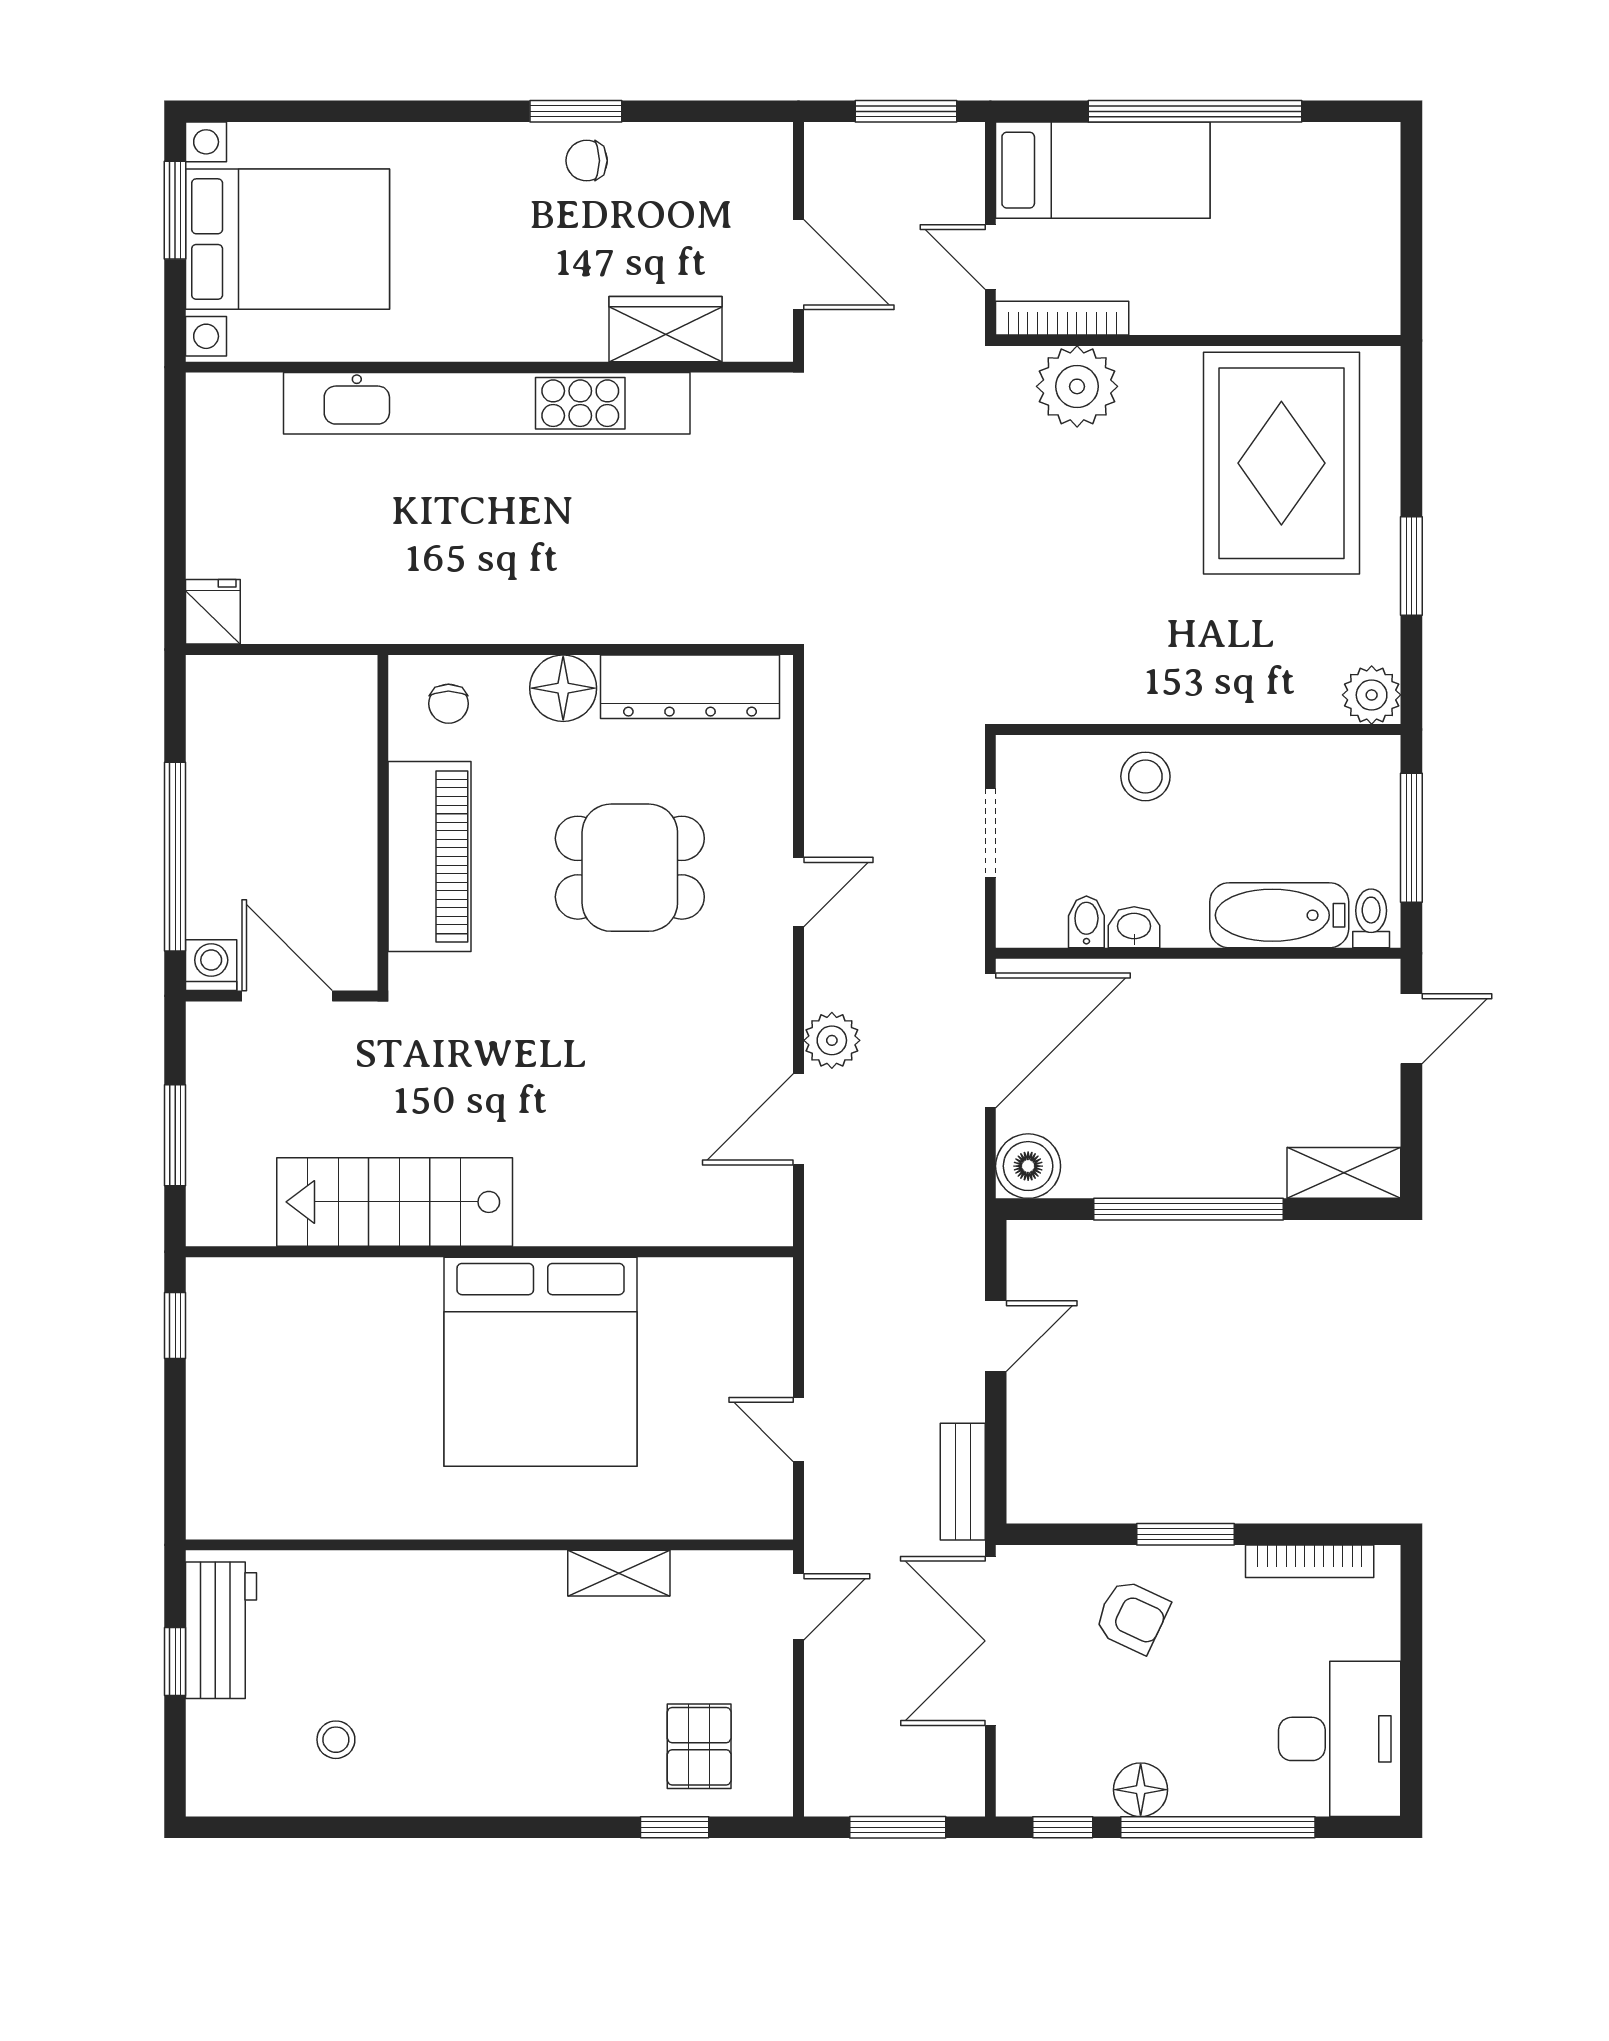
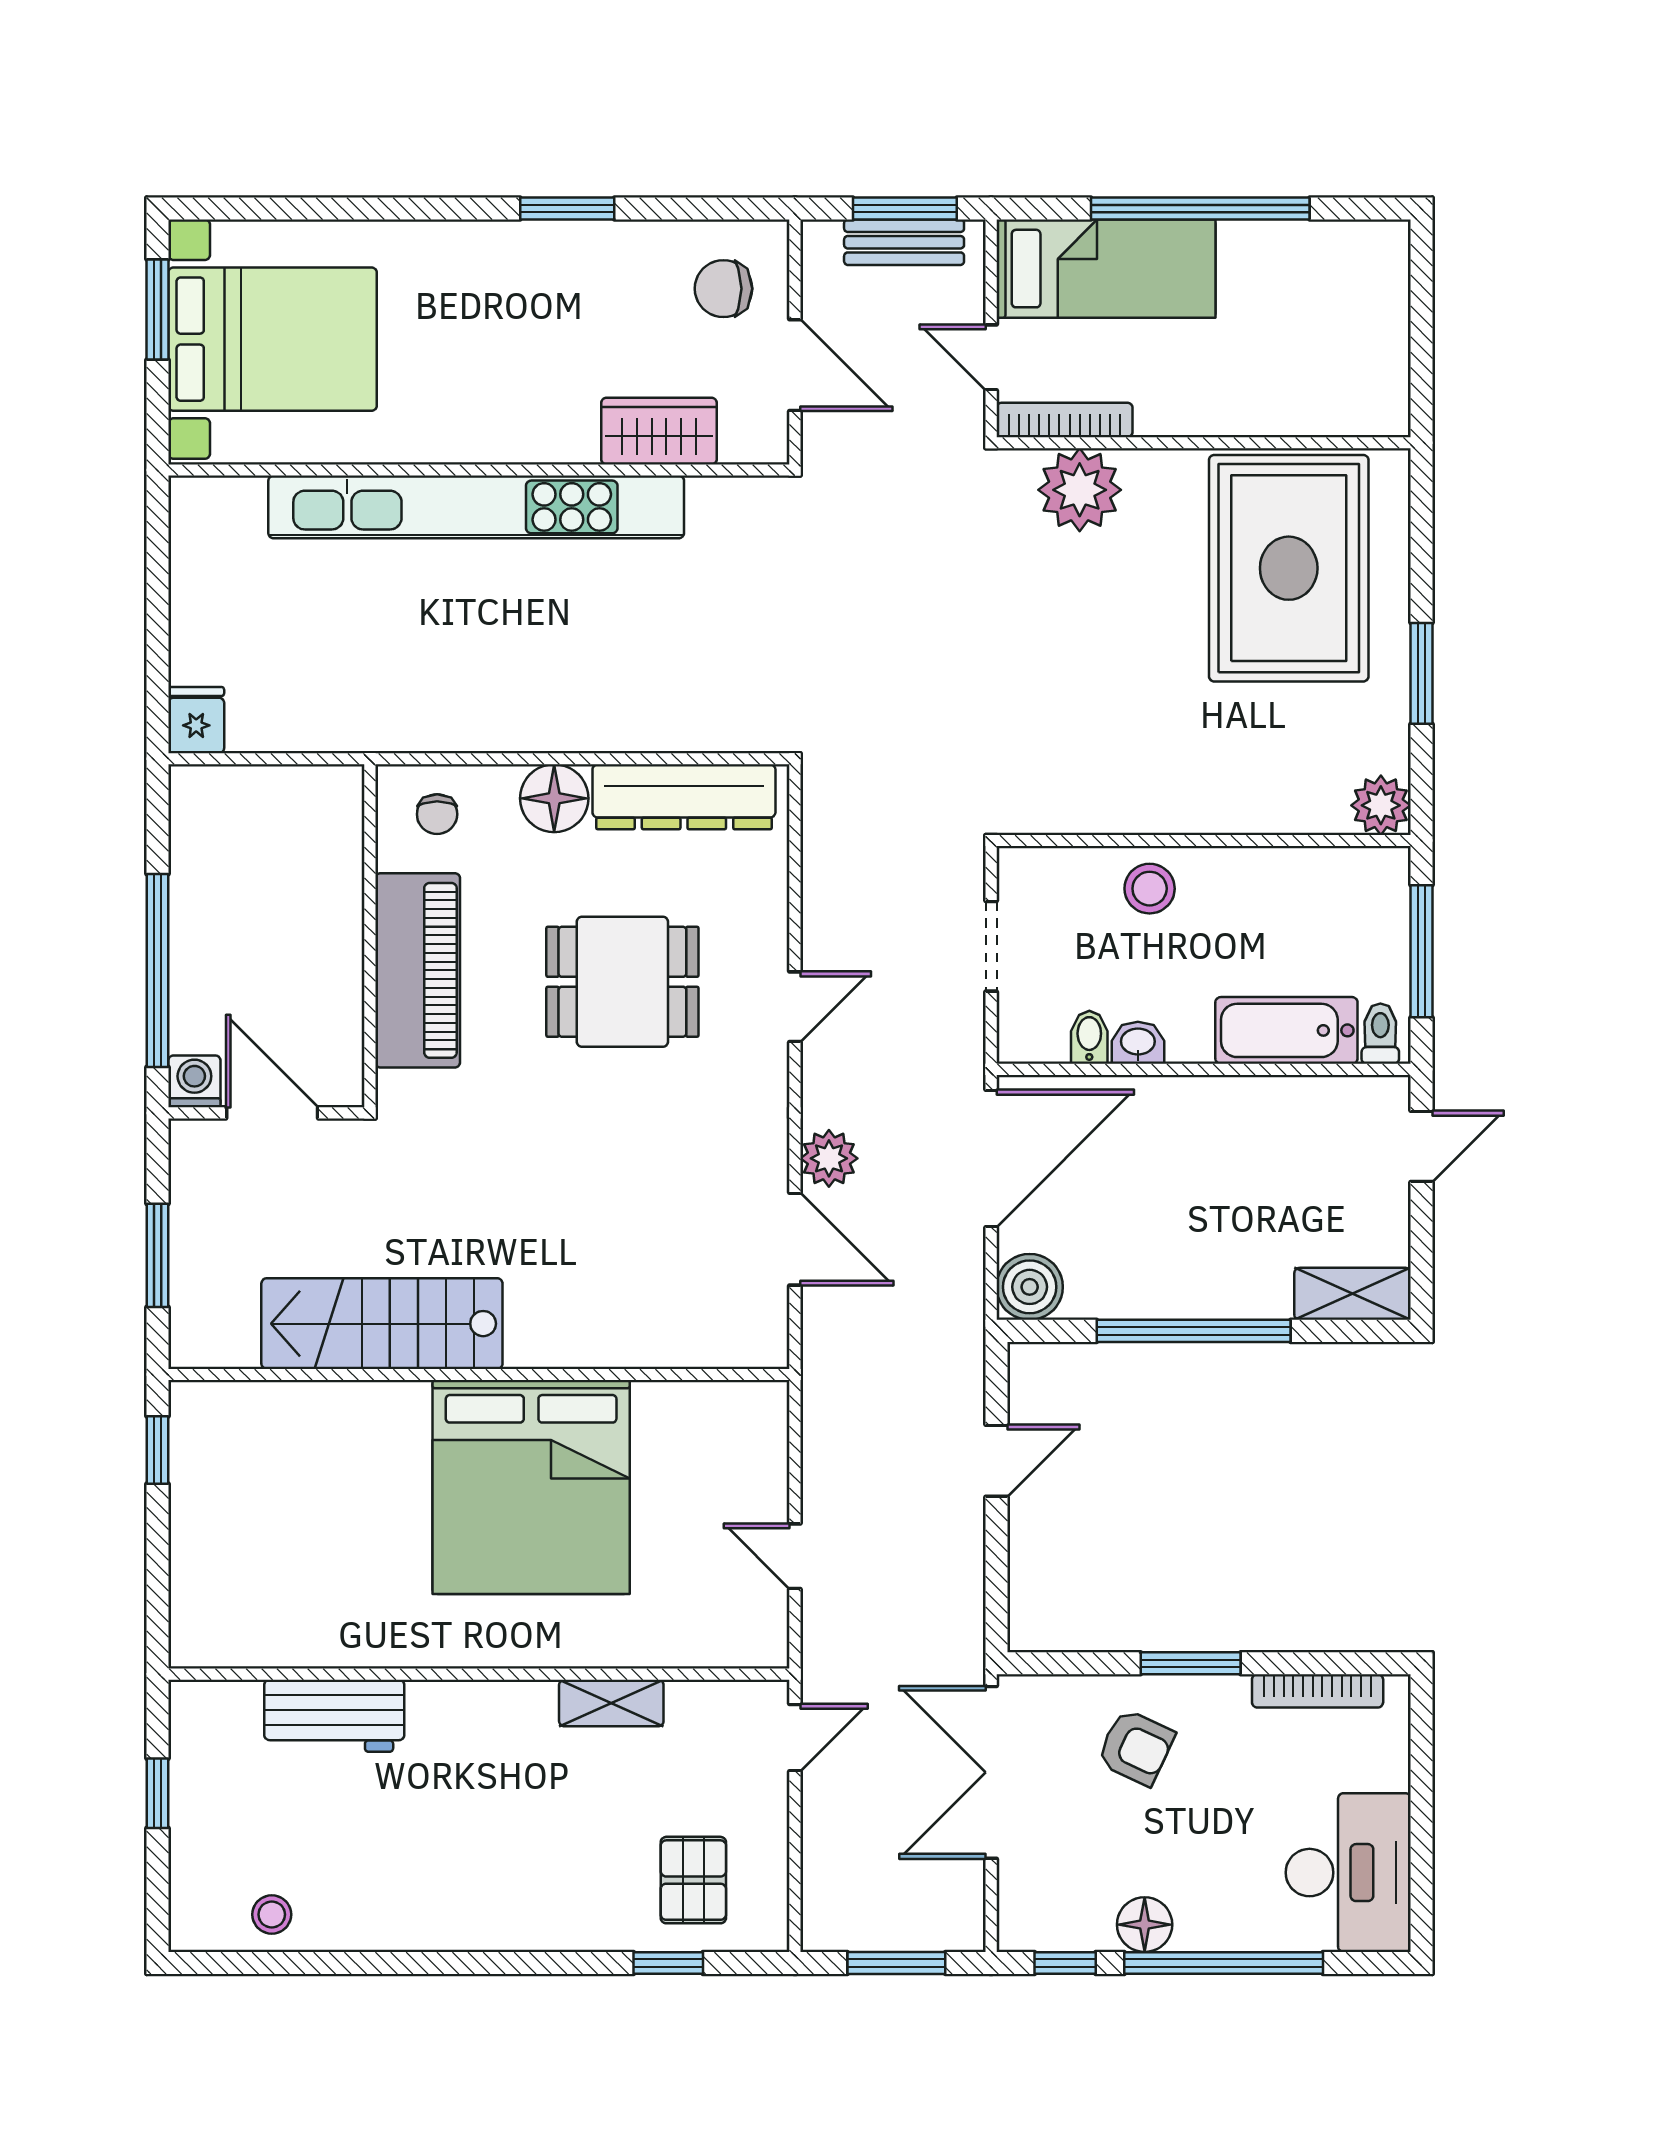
chair: (587, 161) -> (723, 289), moved, width x1.37, depth x1.37
door: (799, 1119) -> (795, 1239), swing flipped
bench: (963, 1482) -> (904, 242), moved, turned 90
workbench: (221, 1630) -> (334, 1716), moved, turned 90
stool: (336, 1740) -> (272, 1914), moved

